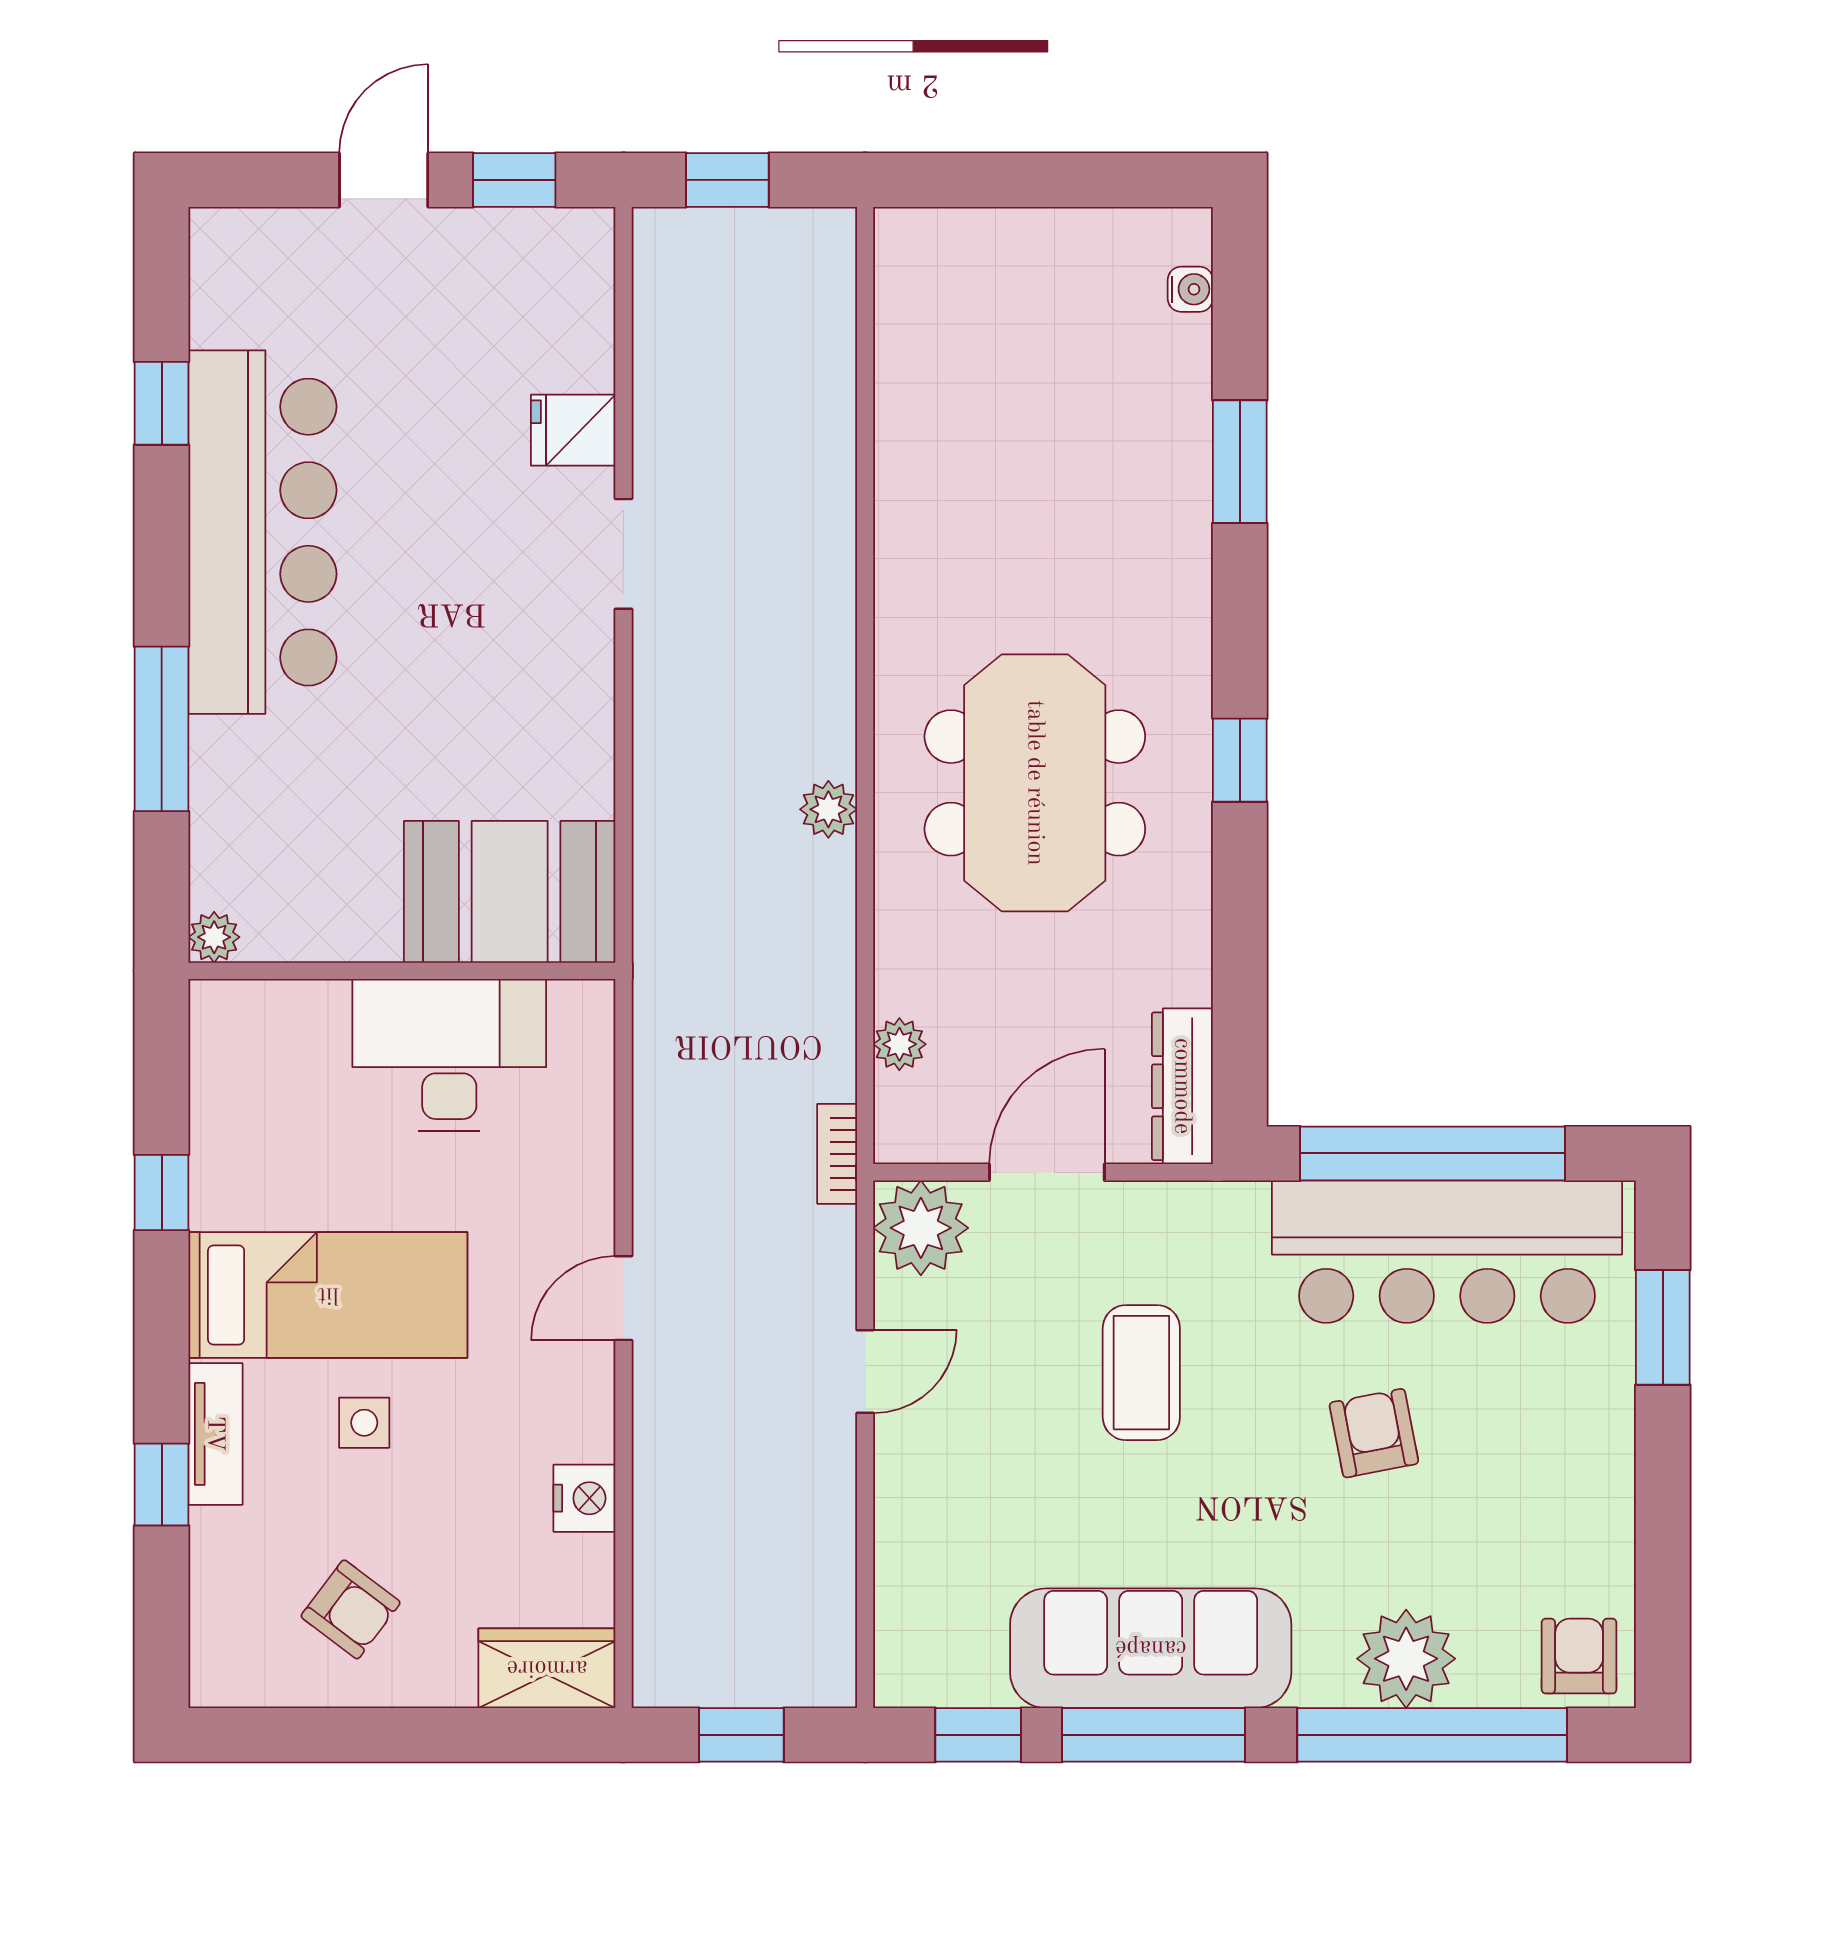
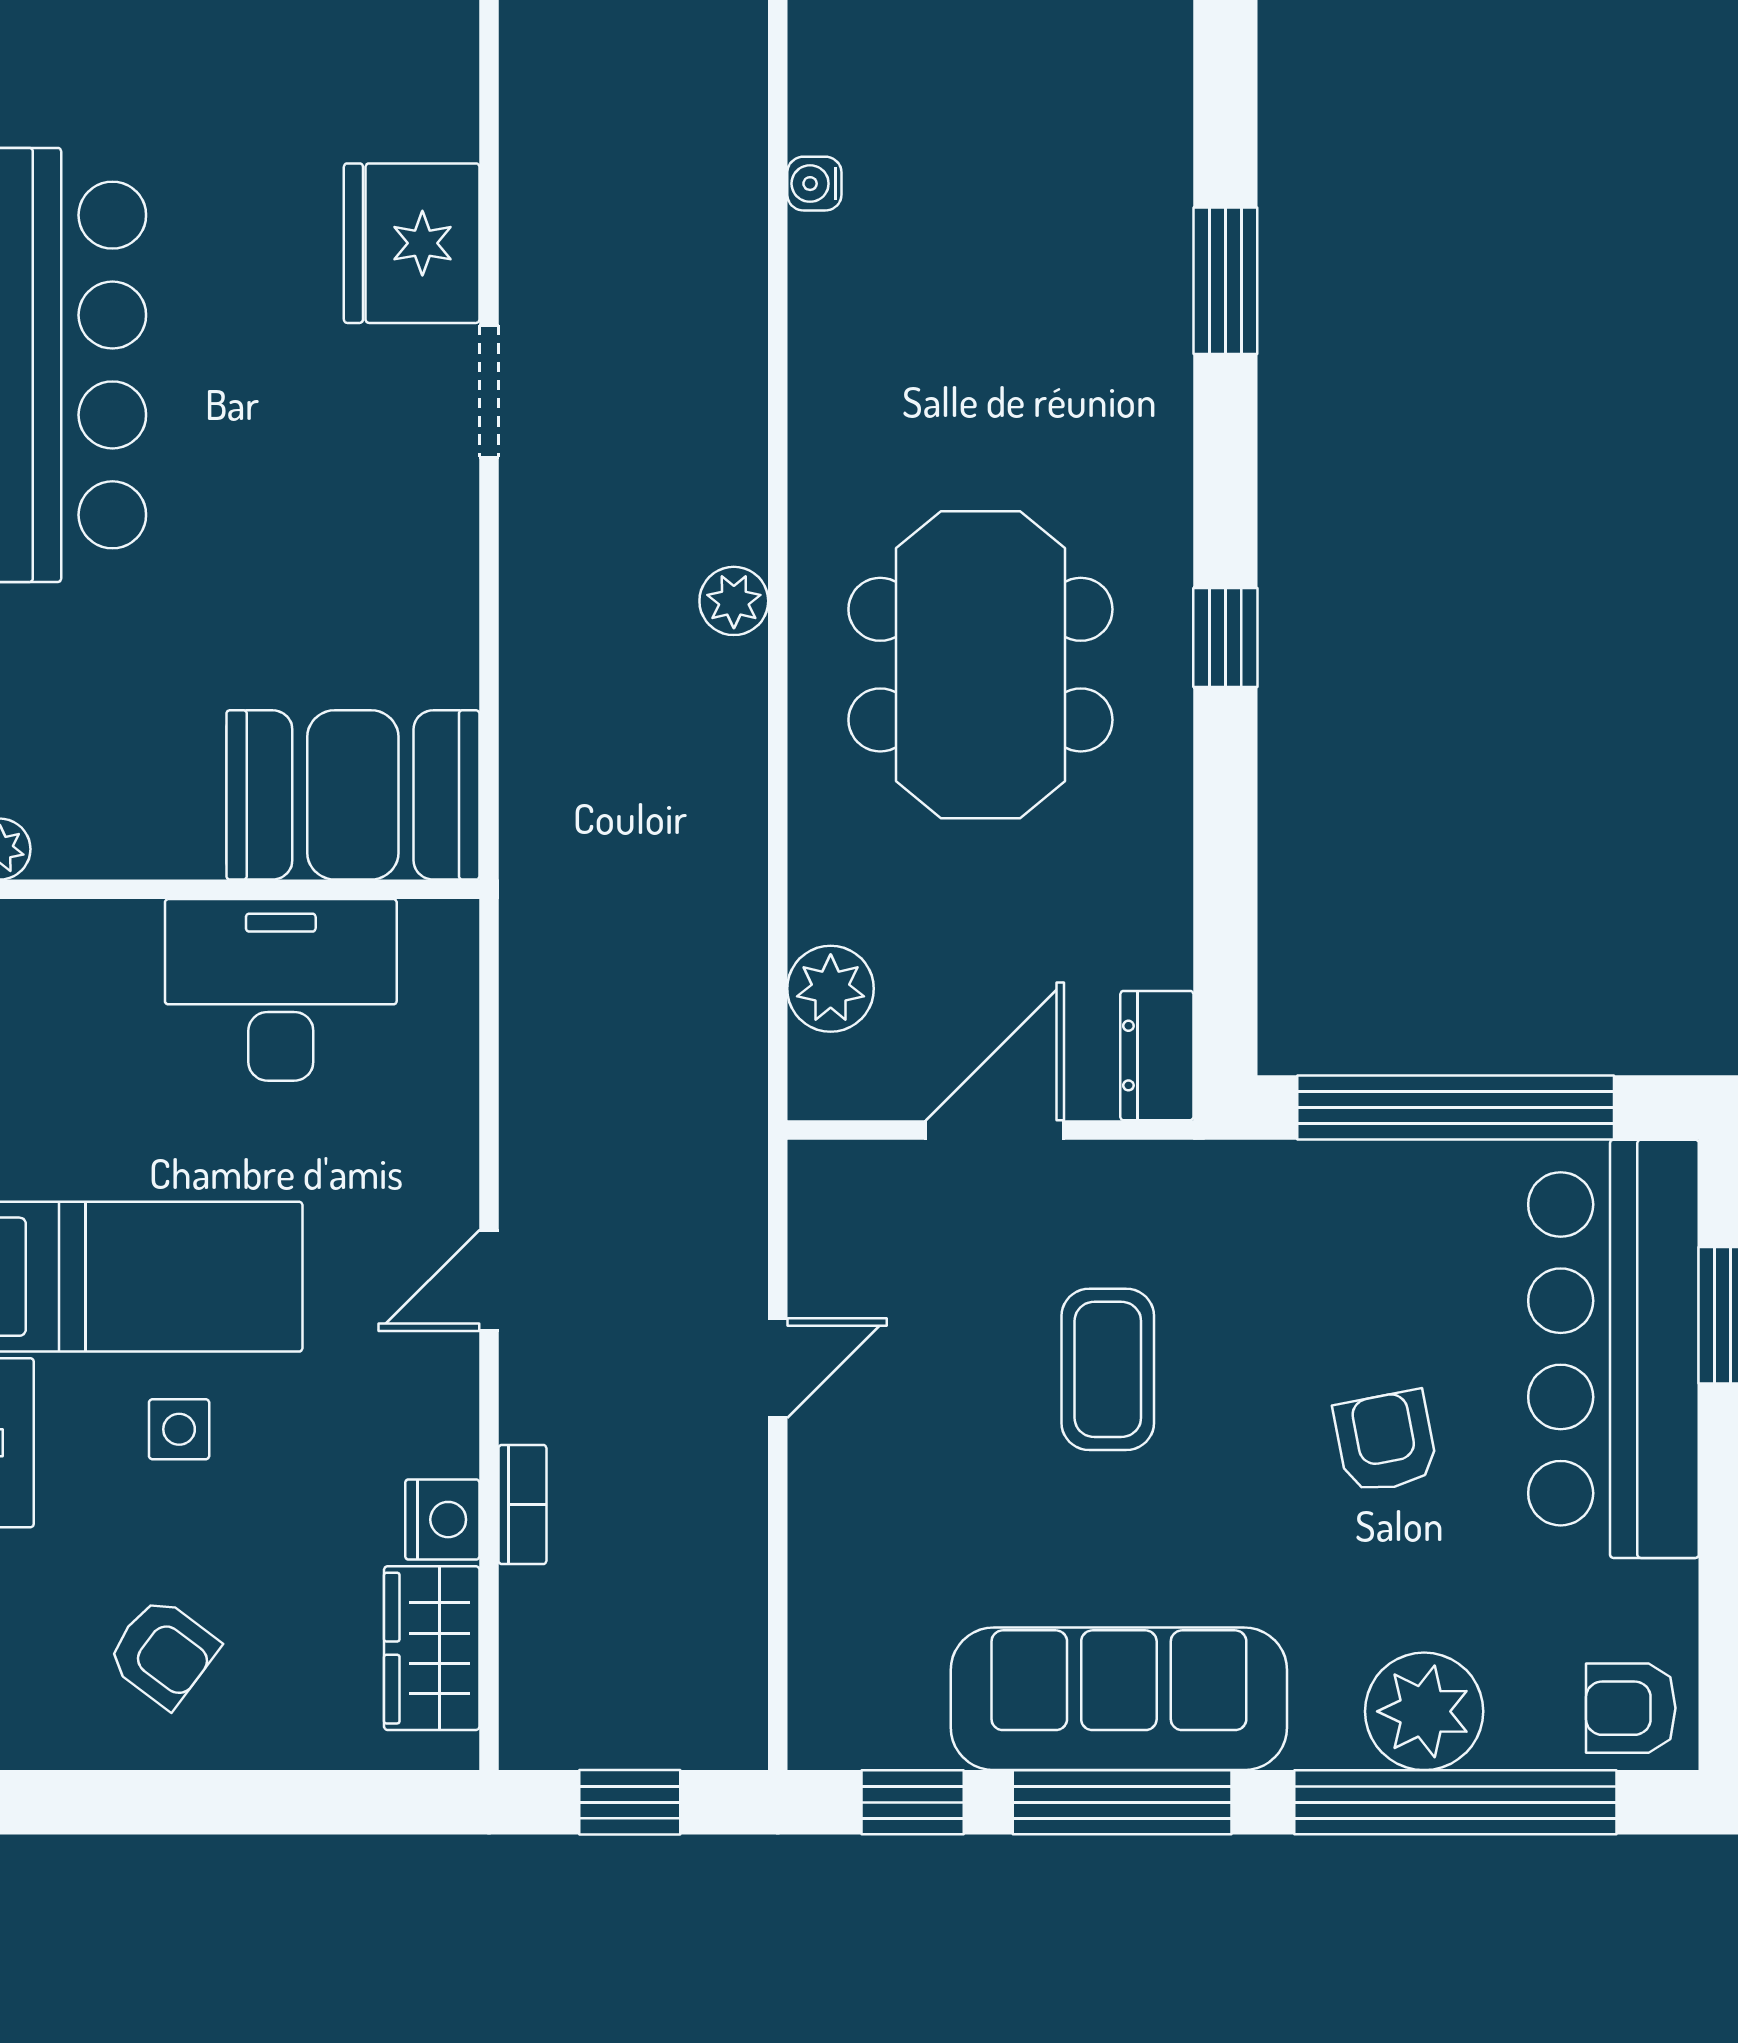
water cooler: (1190, 289) -> (814, 184), moved, turned 180
fridge: (573, 430) -> (412, 243), width x1.88, depth x1.34
plant: (828, 809) -> (734, 601), moved
plant: (899, 1044) -> (831, 989), width x1.38, depth x1.38
dresser: (1182, 1086) -> (1157, 1056), width x0.70
bookcase: (837, 1154) -> (522, 1505), moved, turned 180
plant: (921, 1228) -> (844, 1196), removed
bar counter: (1447, 1252) -> (1614, 1349), moved, turned 90
armchair: (1579, 1656) -> (1631, 1708), turned -90
wardrobe: (547, 1668) -> (432, 1648), moved, turned -90

